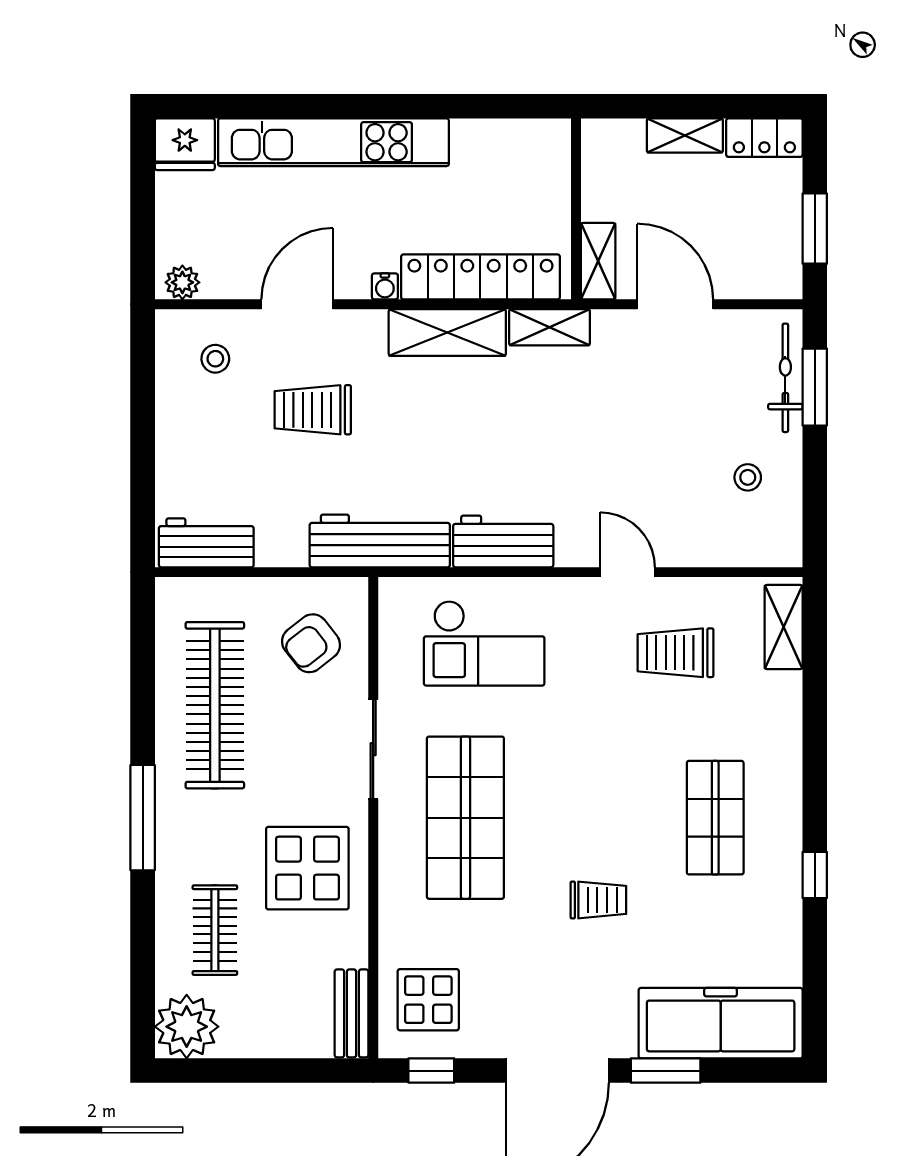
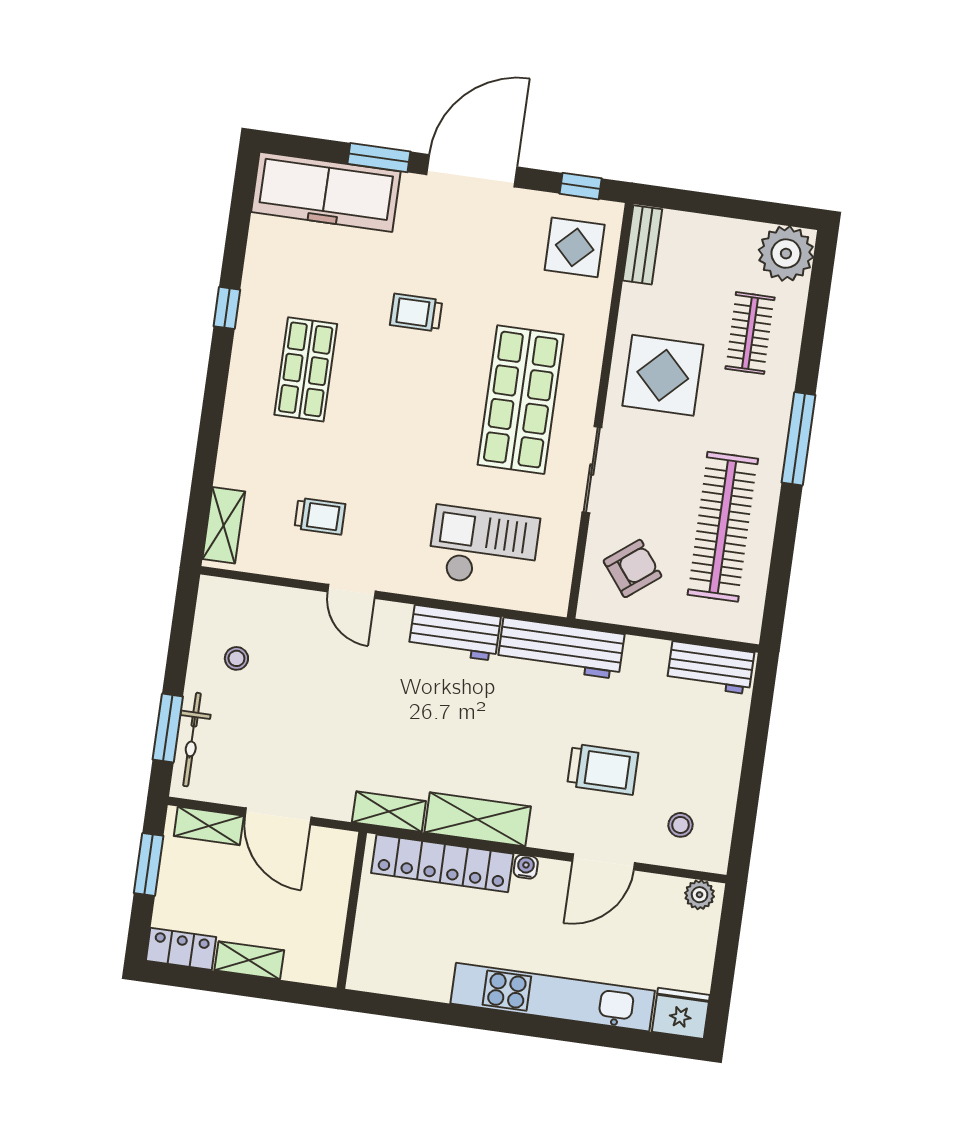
shelving: (598, 261) -> (209, 826), moved, turned 90
trolley: (676, 653) -> (320, 516), width x0.73, depth x0.72

